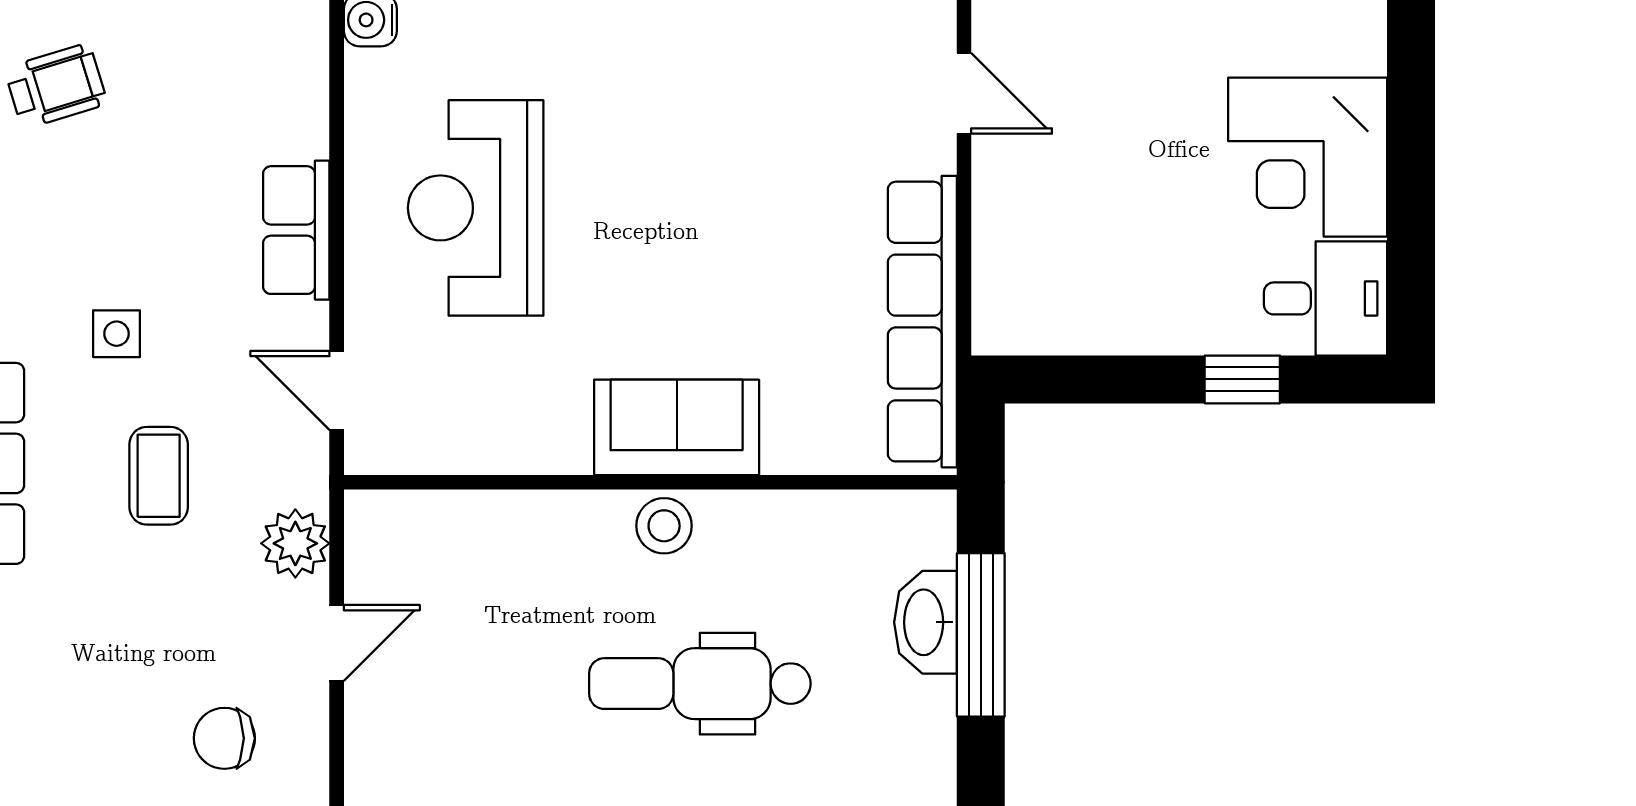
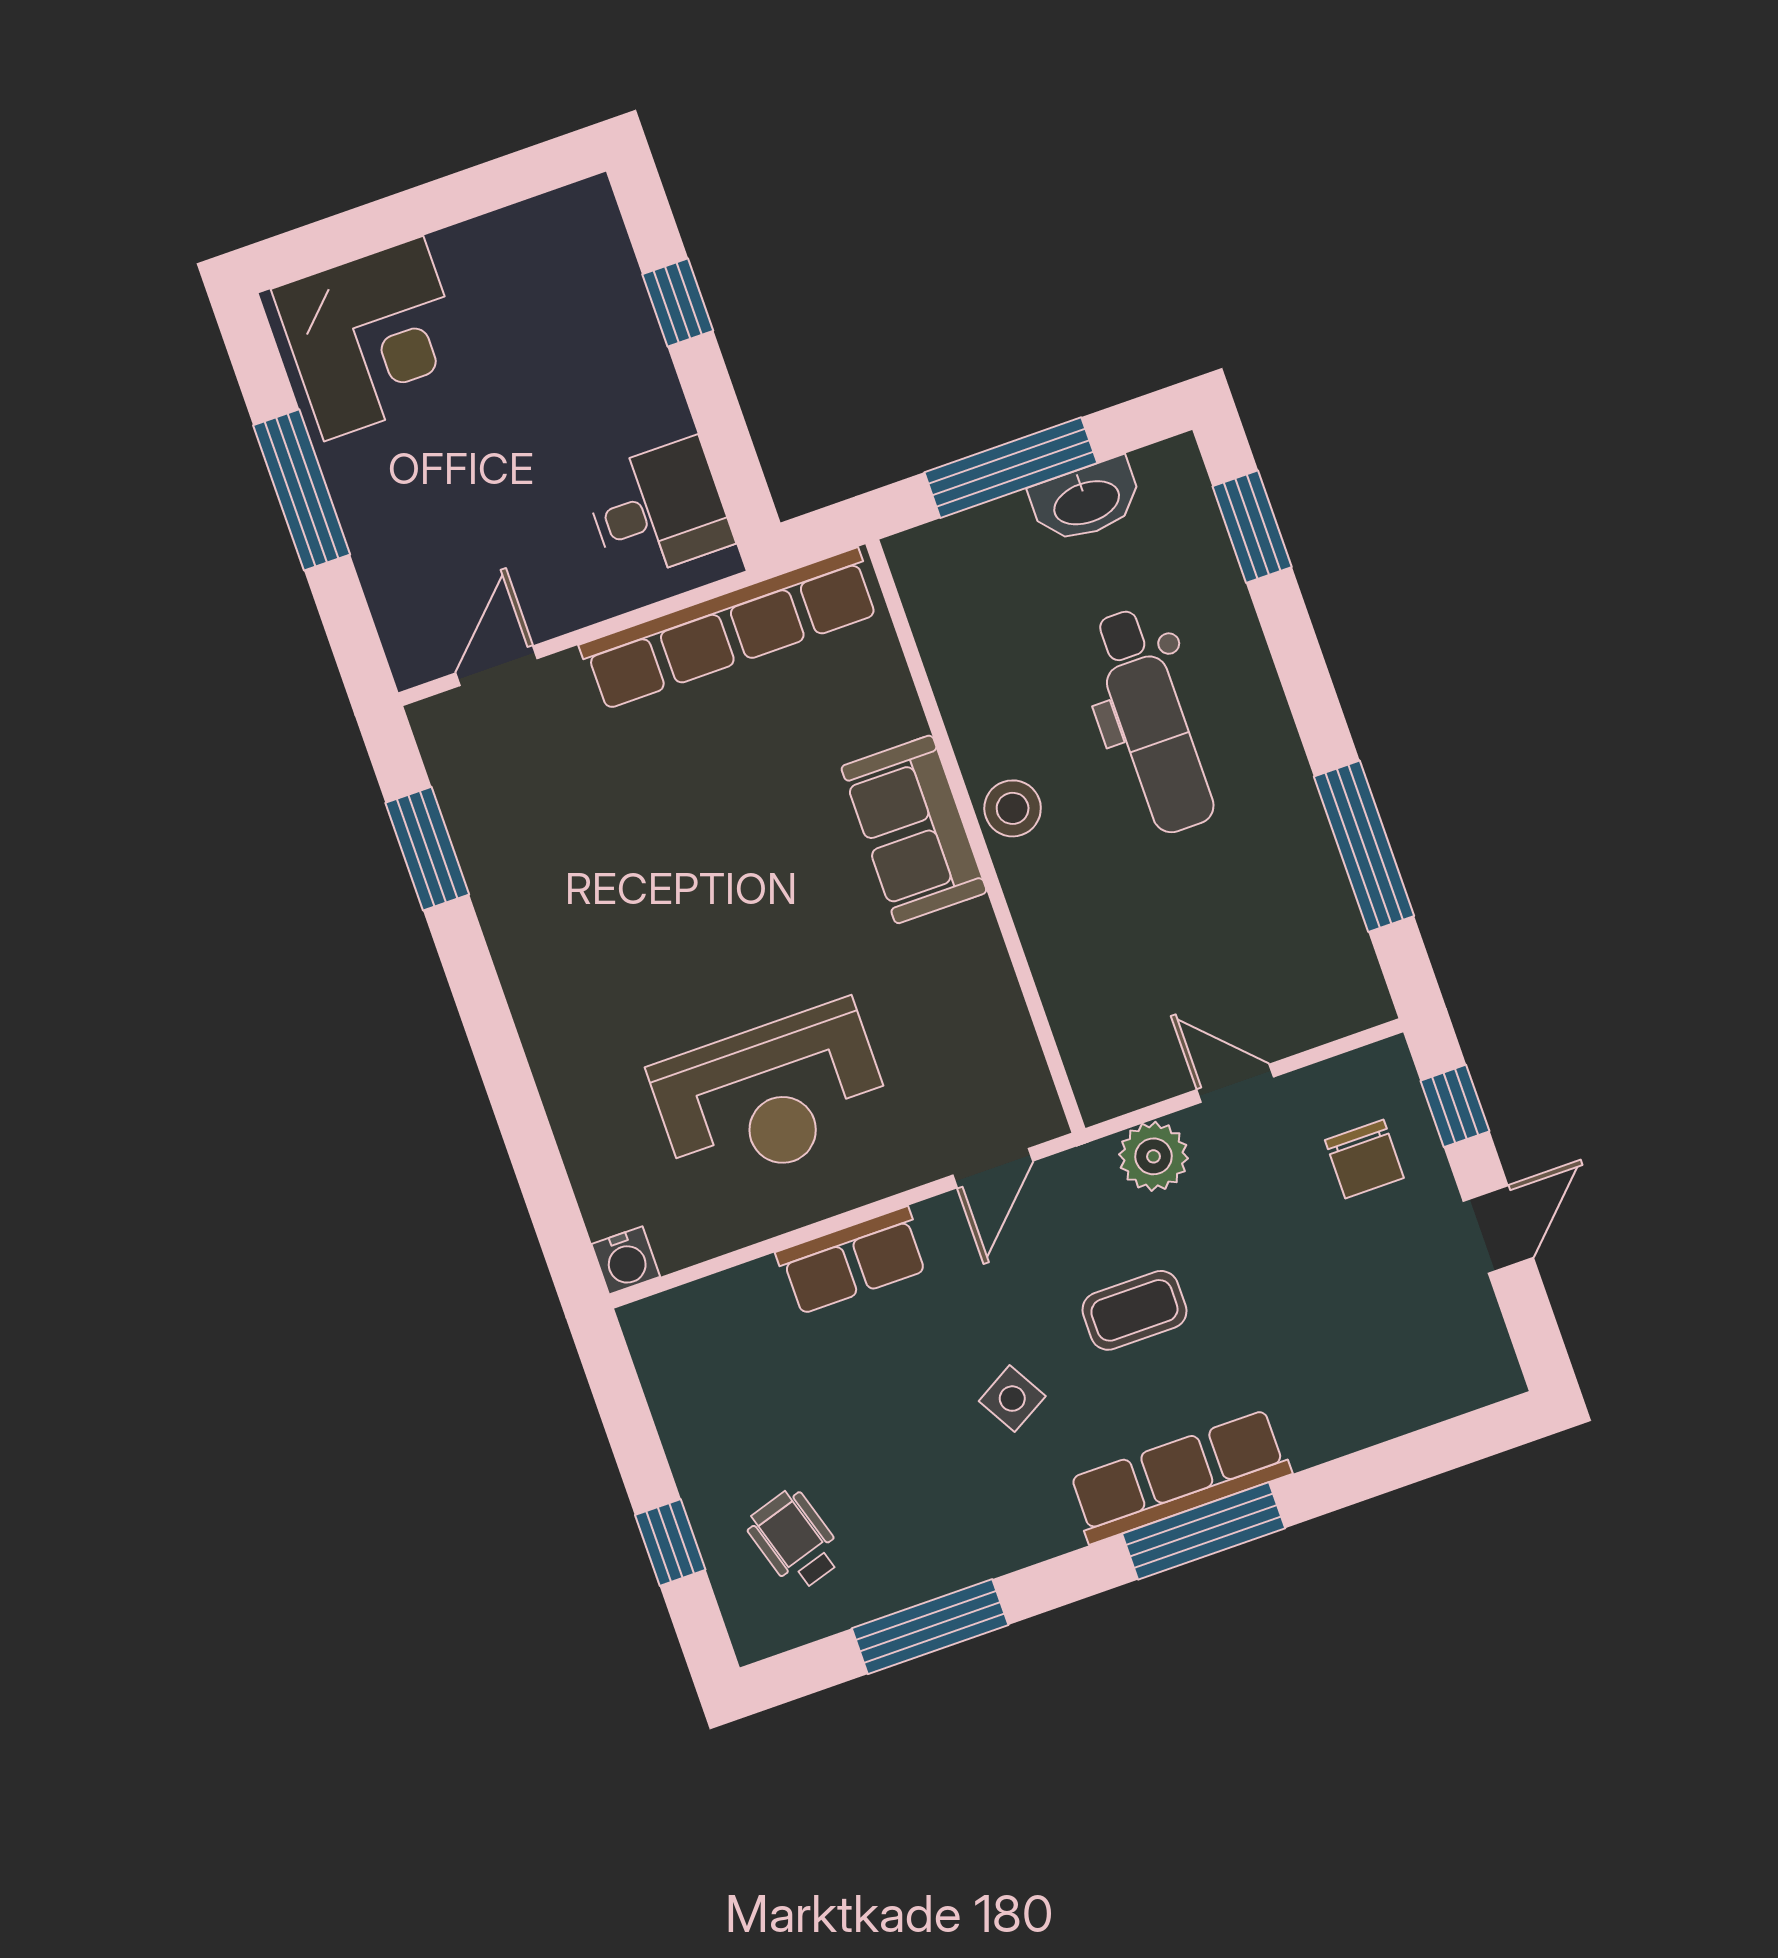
corner desk: (1308, 157) -> (374, 339), moved
desk: (1326, 298) -> (658, 509), moved, turned 90
side table: (117, 334) -> (1012, 1399), turned -30
washbasin: (925, 622) -> (1086, 501), moved

